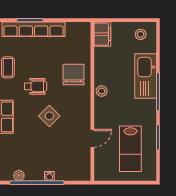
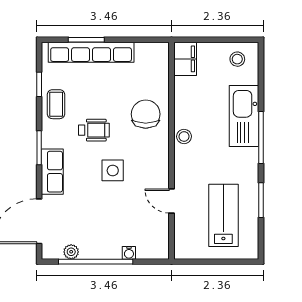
side table: (49, 116) -> (113, 170), turned 45
door: (92, 138) -> (171, 201), swing flipped
lab bench: (130, 149) -> (223, 215), turned 180
water cooler: (49, 176) -> (129, 253), moved

